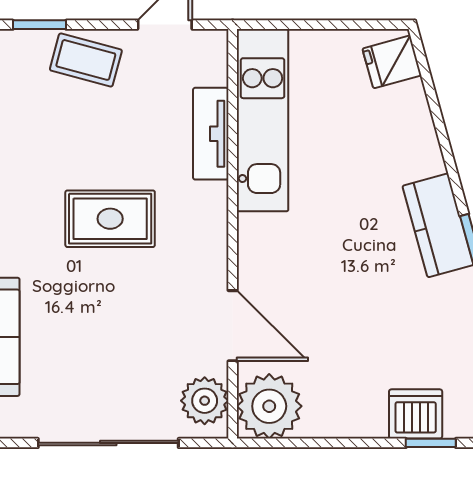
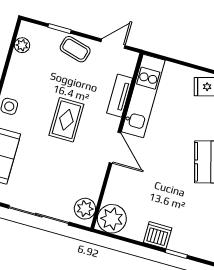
rug: (110, 219) -> (66, 120), turned 90
door: (233, 326) -> (115, 148), moved
dishwasher: (416, 414) -> (158, 235), moved

